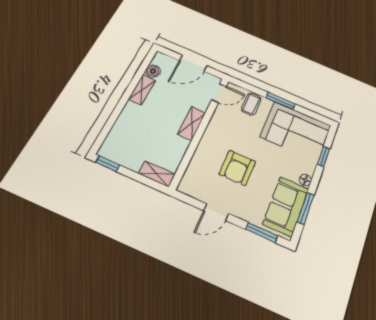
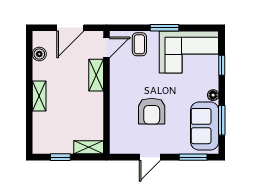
shelving: (142, 90) -> (39, 96), moved
shelving: (192, 123) -> (96, 75), moved
window: (108, 164) -> (60, 157), moved

